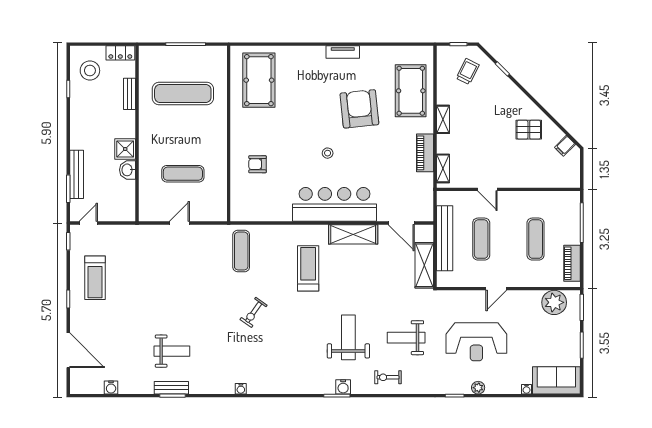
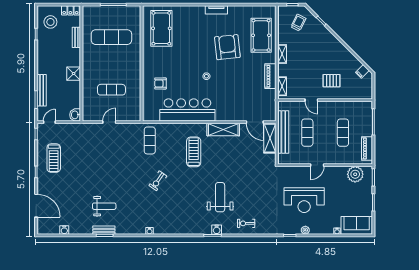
pallet: (529, 130) -> (332, 81), moved
washbasin: (128, 170) -> (75, 115), moved
bar counter: (335, 204) -> (187, 110), moved
shelving: (424, 265) -> (270, 138), moved
weight bench: (406, 338) -> (258, 197), removed

